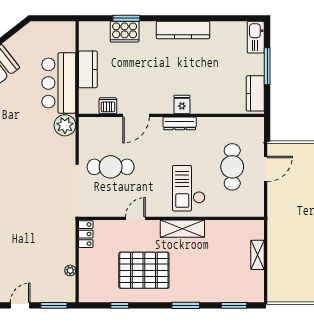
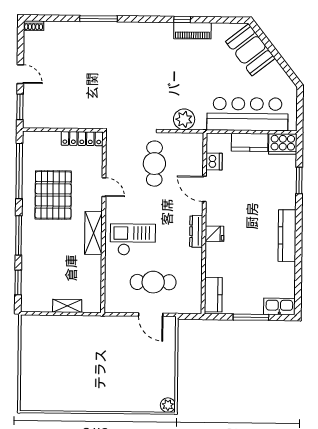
cooker: (125, 32) -> (283, 144), moved, turned -90
bar counter: (59, 83) -> (247, 114), width x1.36
kitchen counter: (255, 93) -> (213, 295), moved, turned 90
plant: (65, 125) -> (184, 119), moved
locker: (86, 234) -> (82, 139), width x1.53
plant: (70, 270) -> (54, 123), removed
window: (120, 305) -> (19, 171), width x3.17
window: (186, 305) -> (19, 235), width x1.44

